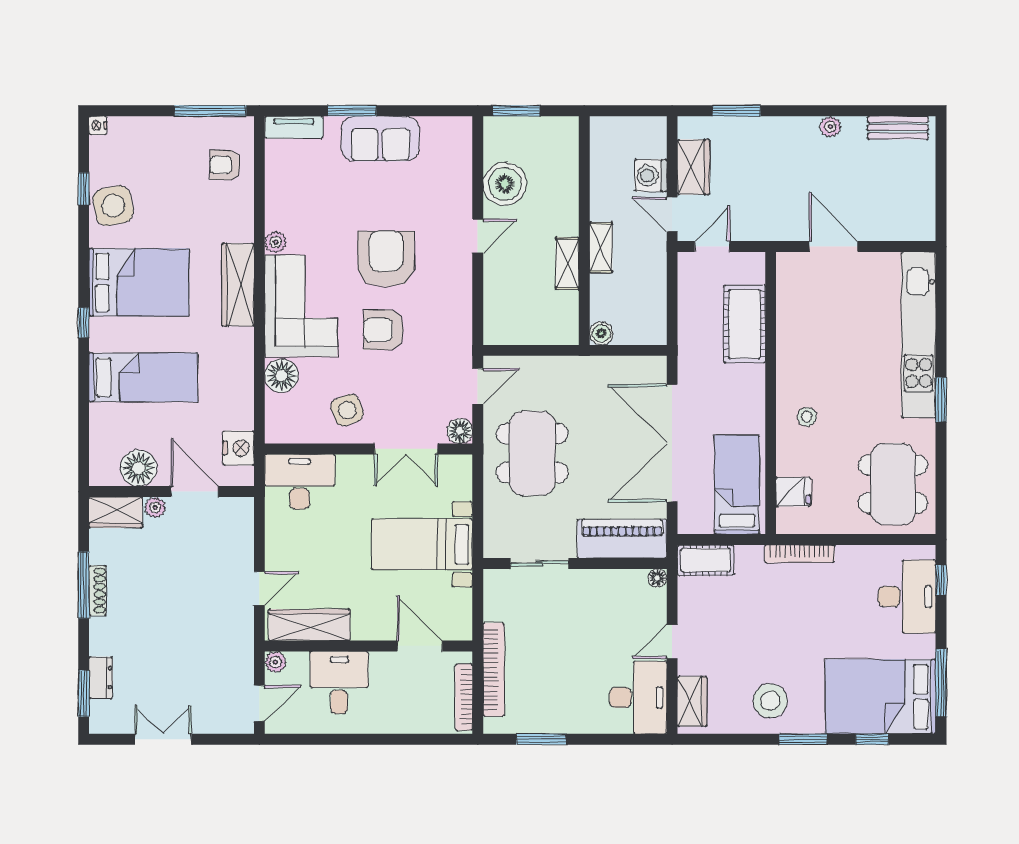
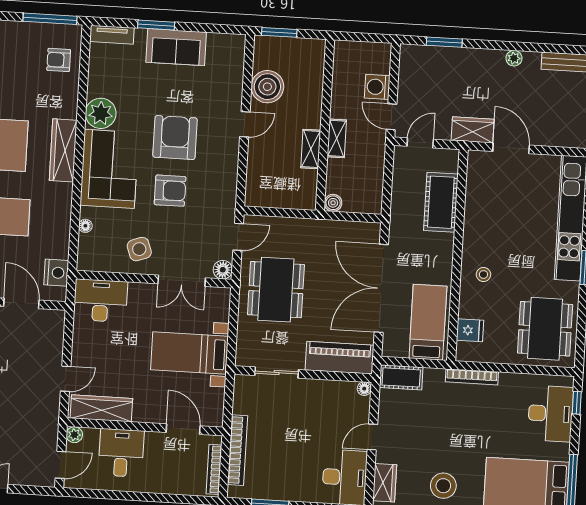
wardrobe: (693, 167) -> (473, 130), moved, turned -90
plant: (276, 242) -> (101, 113), width x1.88, depth x1.88
armchair: (383, 330) -> (170, 191), turned 180
floor lamp: (281, 376) -> (85, 226), width x0.53, depth x0.53

